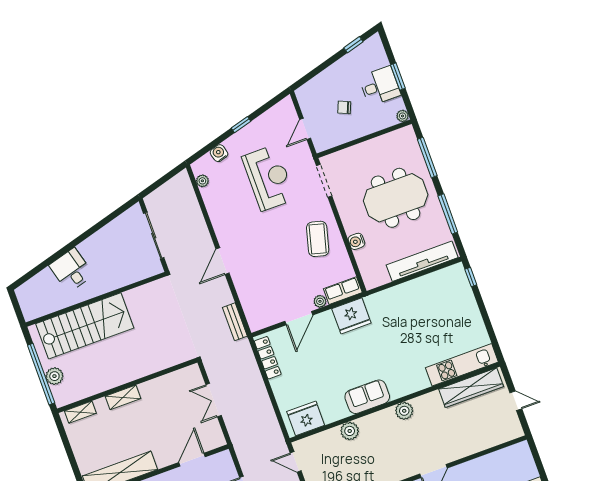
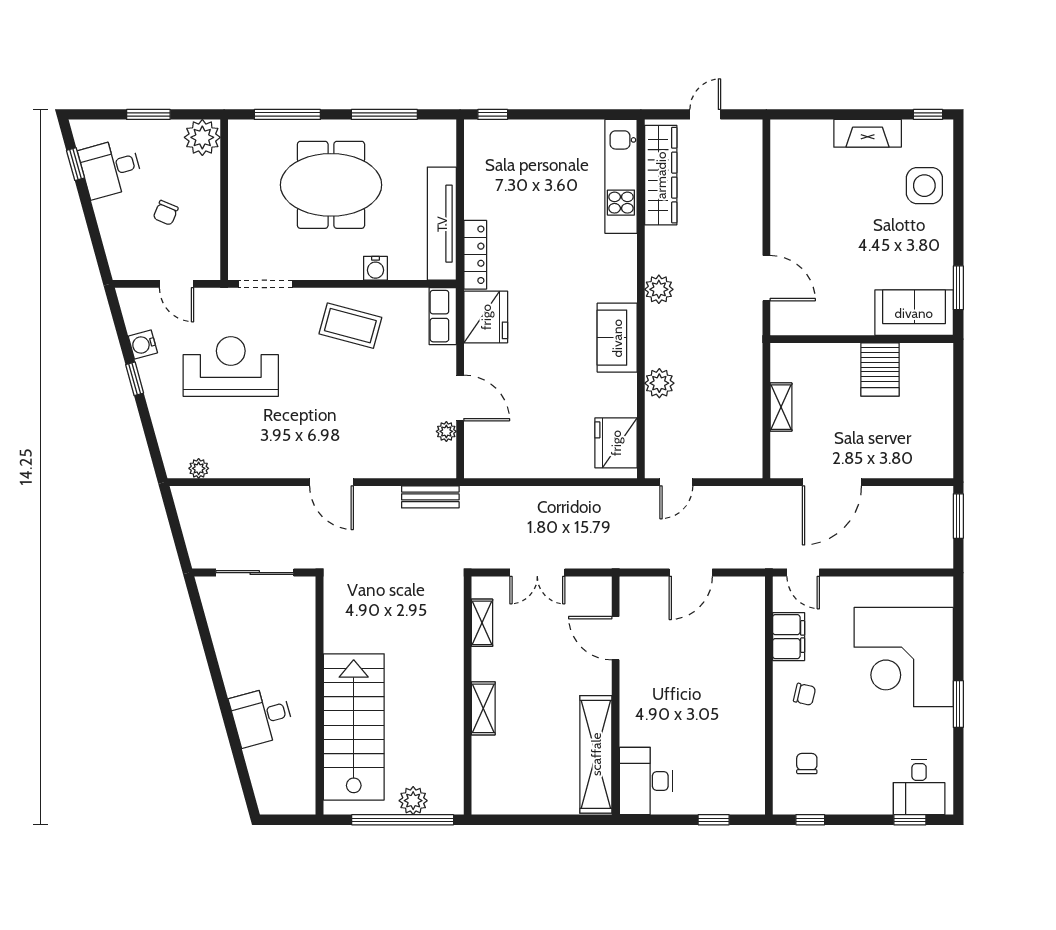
desk: (380, 86) -> (111, 168), moved, turned -105
plant: (403, 116) -> (202, 137), width x1.88, depth x1.88
water cooler: (219, 153) -> (143, 345), moved
meeting table: (396, 198) -> (331, 185), turned 90
tv unit: (422, 261) -> (442, 224), moved
plant: (320, 301) -> (446, 431), moved
locker: (268, 358) -> (475, 255), moved, turned 90
shelving: (80, 412) -> (482, 623), moved

